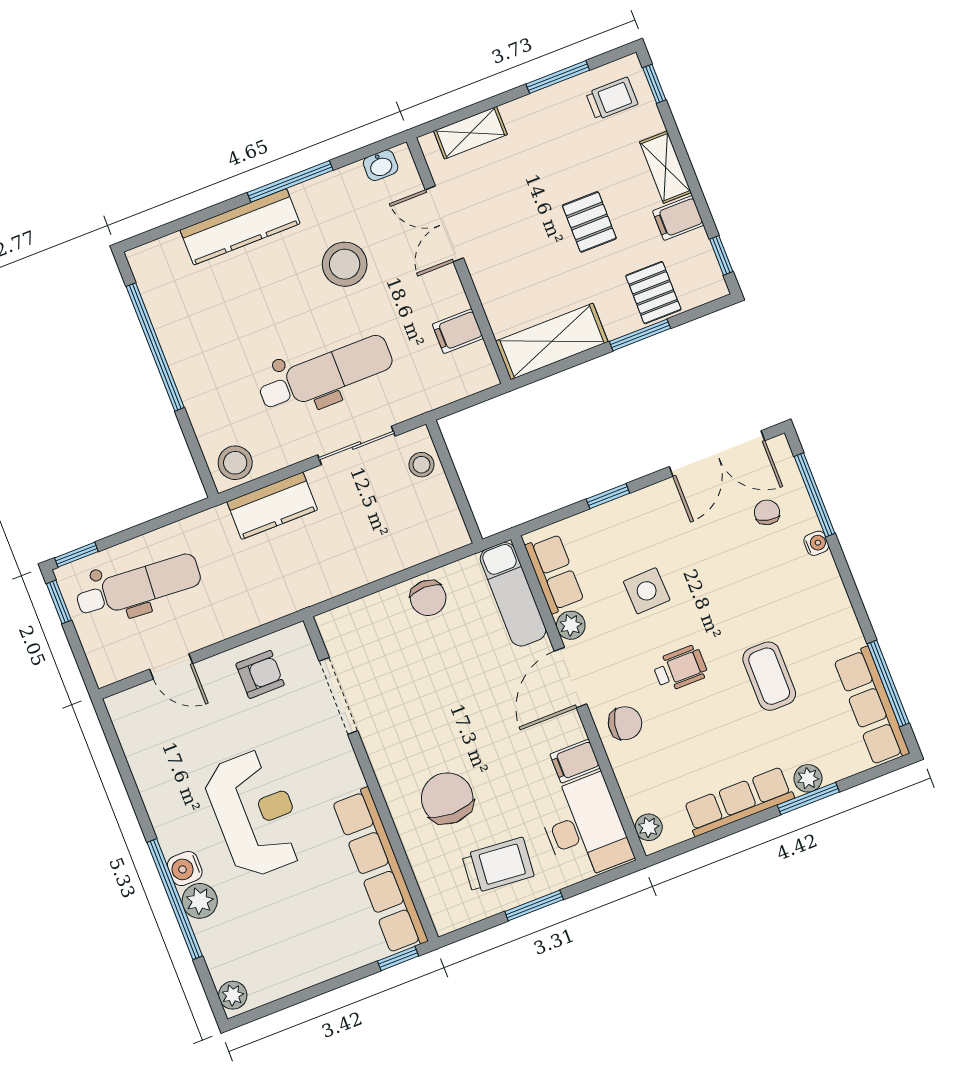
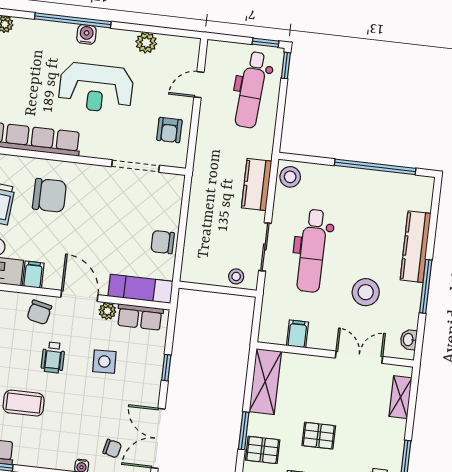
plant: (200, 901) -> (146, 43), moved

